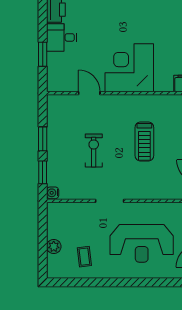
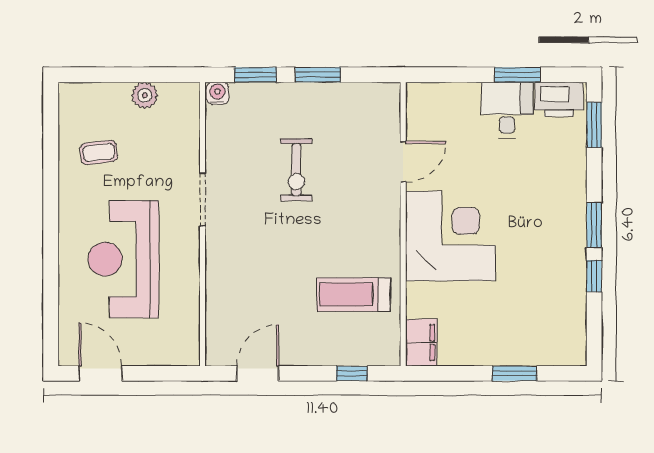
window: (43, 54) -> (517, 75), moved
treadmill: (144, 141) -> (354, 295), moved
exercise bike: (94, 151) -> (296, 170), turned 90
plant: (54, 246) -> (145, 95), moved

